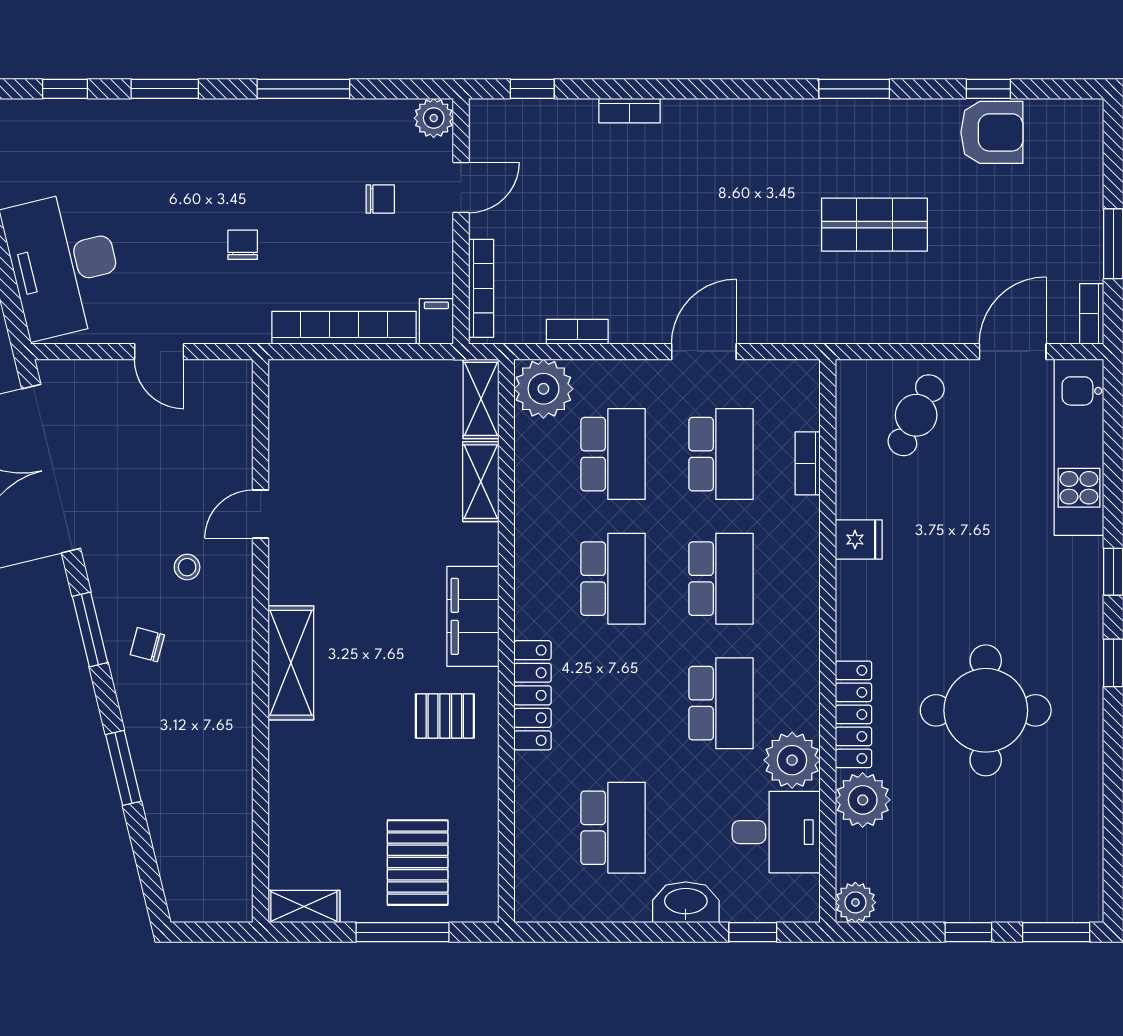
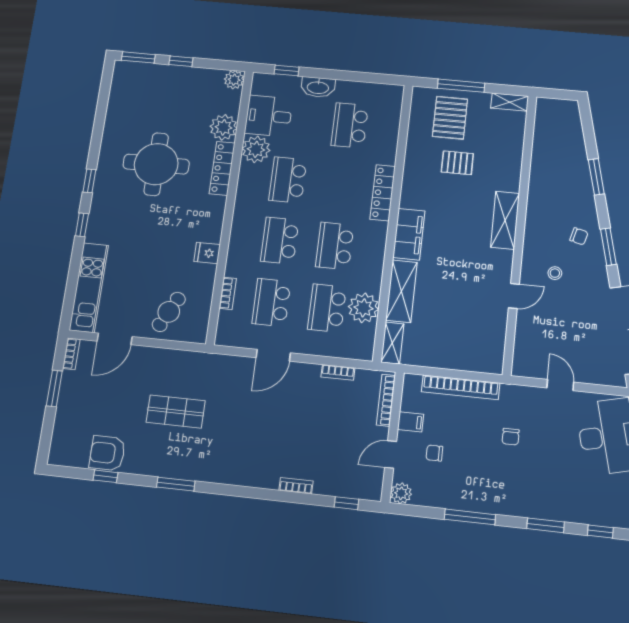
filing cabinet: (436, 321) -> (411, 422), moved, turned -90
plant: (543, 389) -> (363, 308), moved
shelving: (481, 482) -> (401, 291), width x1.50, depth x1.33
pallet: (445, 716) -> (457, 163), moved

